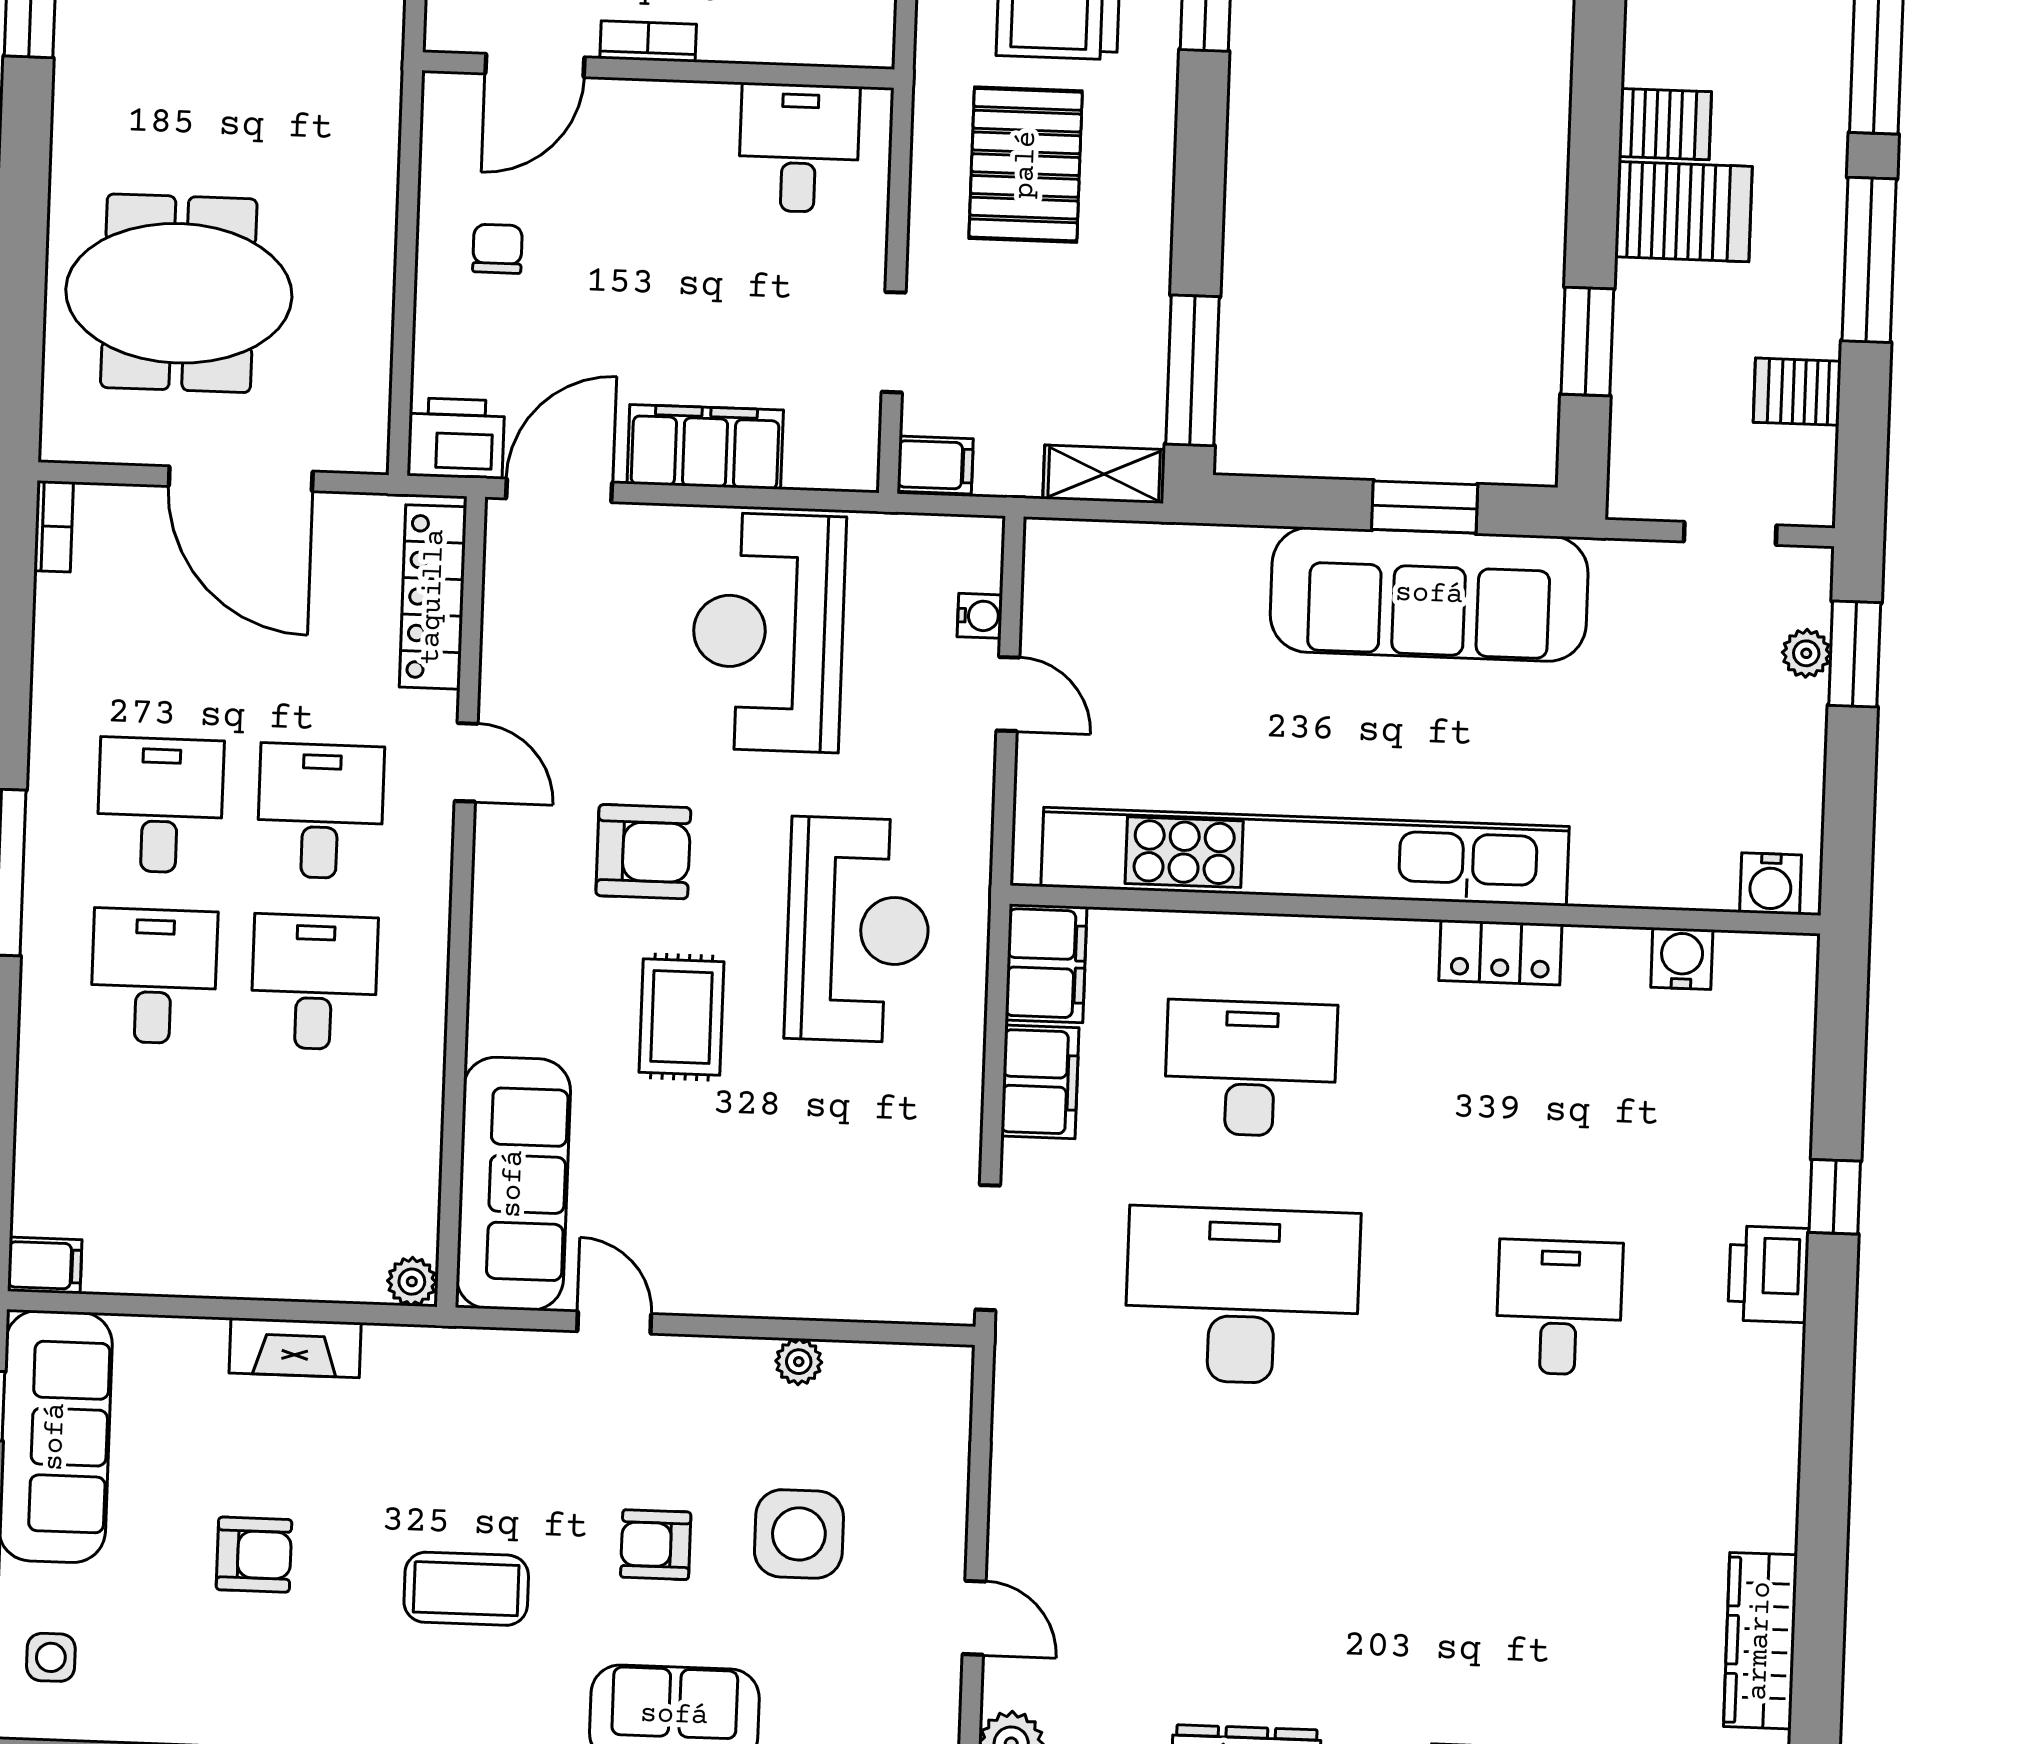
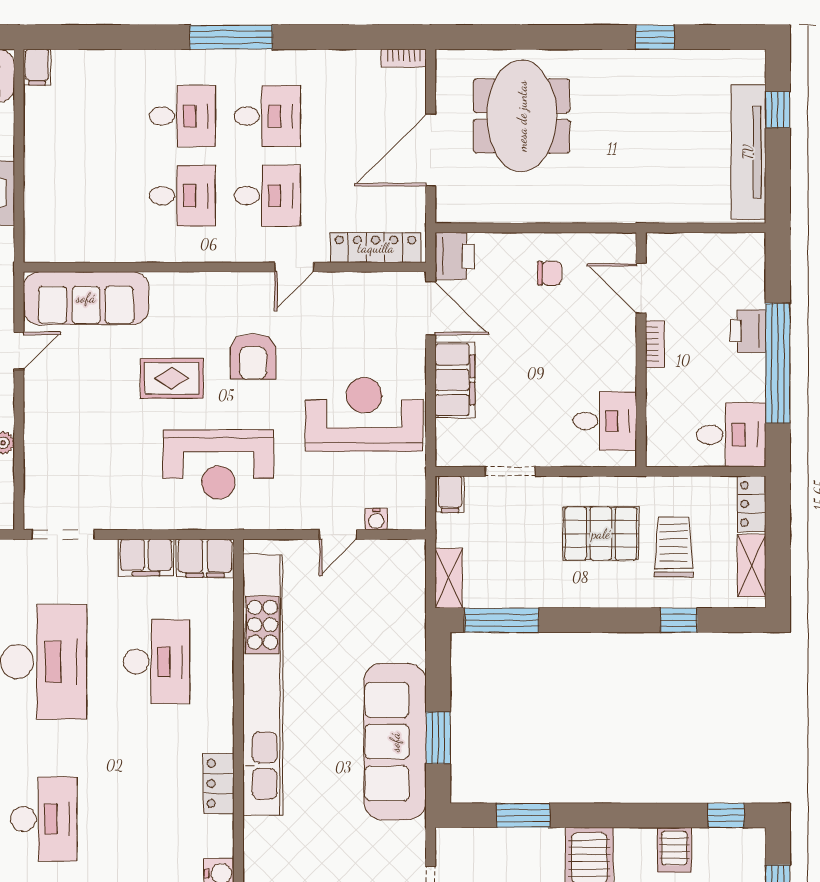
server rack: (1665, 124) -> (674, 850), moved
plant: (412, 1282) -> (36, 250), removed
desk: (1559, 1307) -> (44, 819), width x1.37

